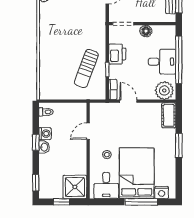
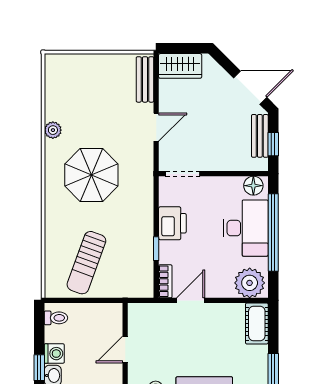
parasol: (68, 25) -> (91, 175), added
floor lamp: (146, 31) -> (253, 186), moved
desk: (162, 62) -> (246, 228), width x1.37
sun lounger: (86, 69) -> (86, 263), moved
door: (128, 101) -> (191, 300), hinge flipped

